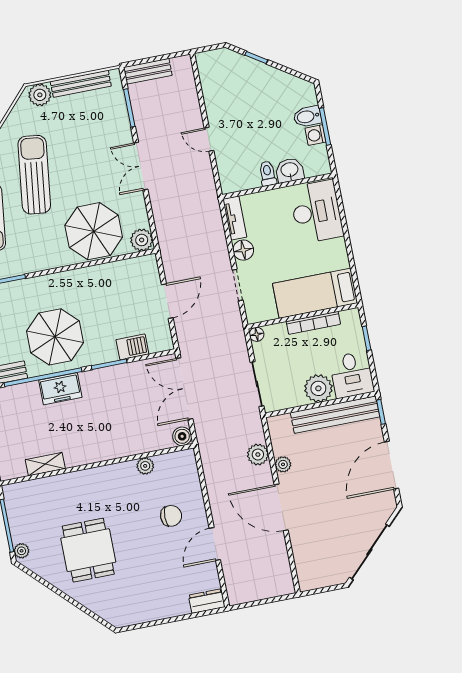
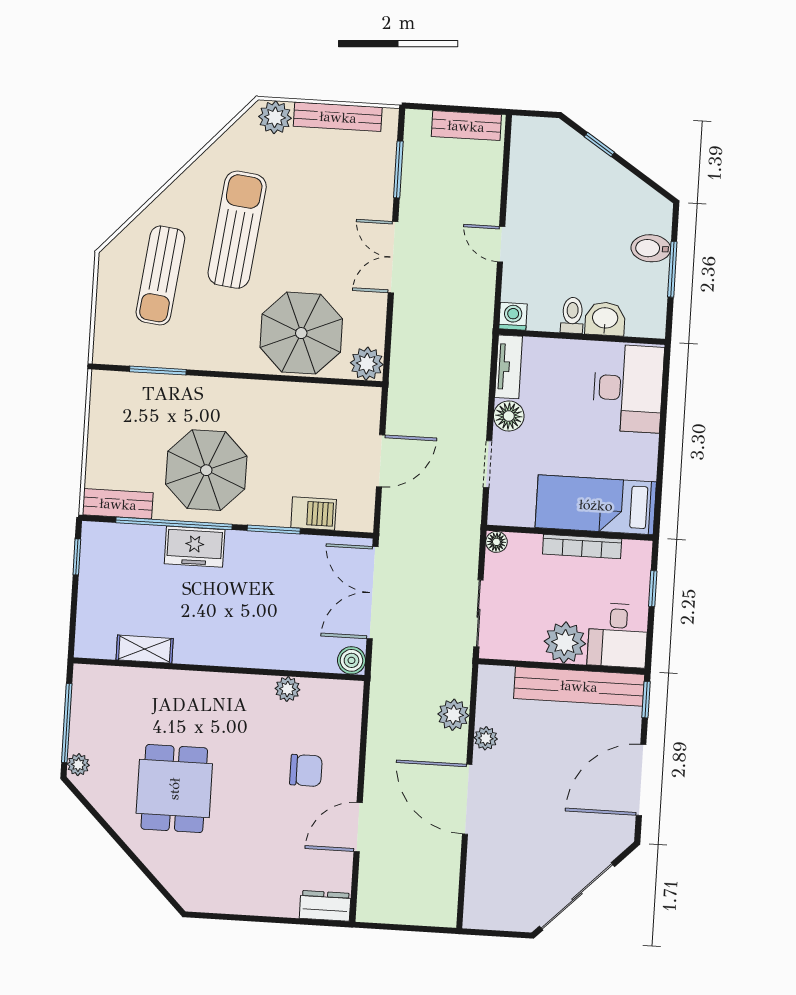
bench: (148, 71) -> (466, 126), moved
washing machine: (316, 135) -> (513, 316), moved, turned 90

